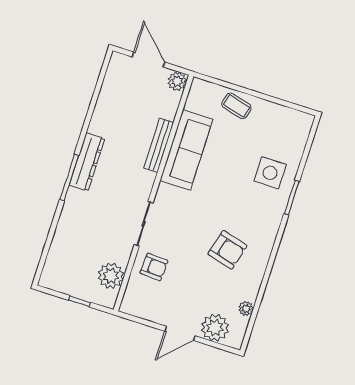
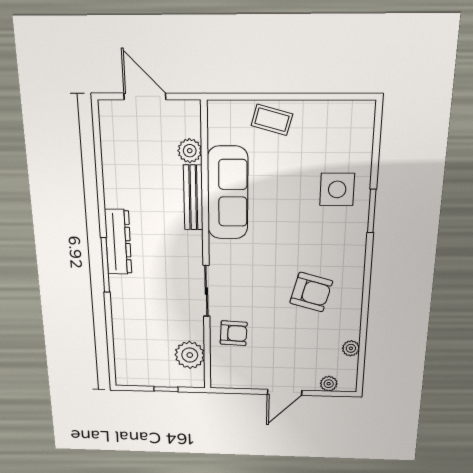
plant: (177, 81) -> (190, 151), moved
plant: (215, 328) -> (329, 384), width x0.53, depth x0.53

